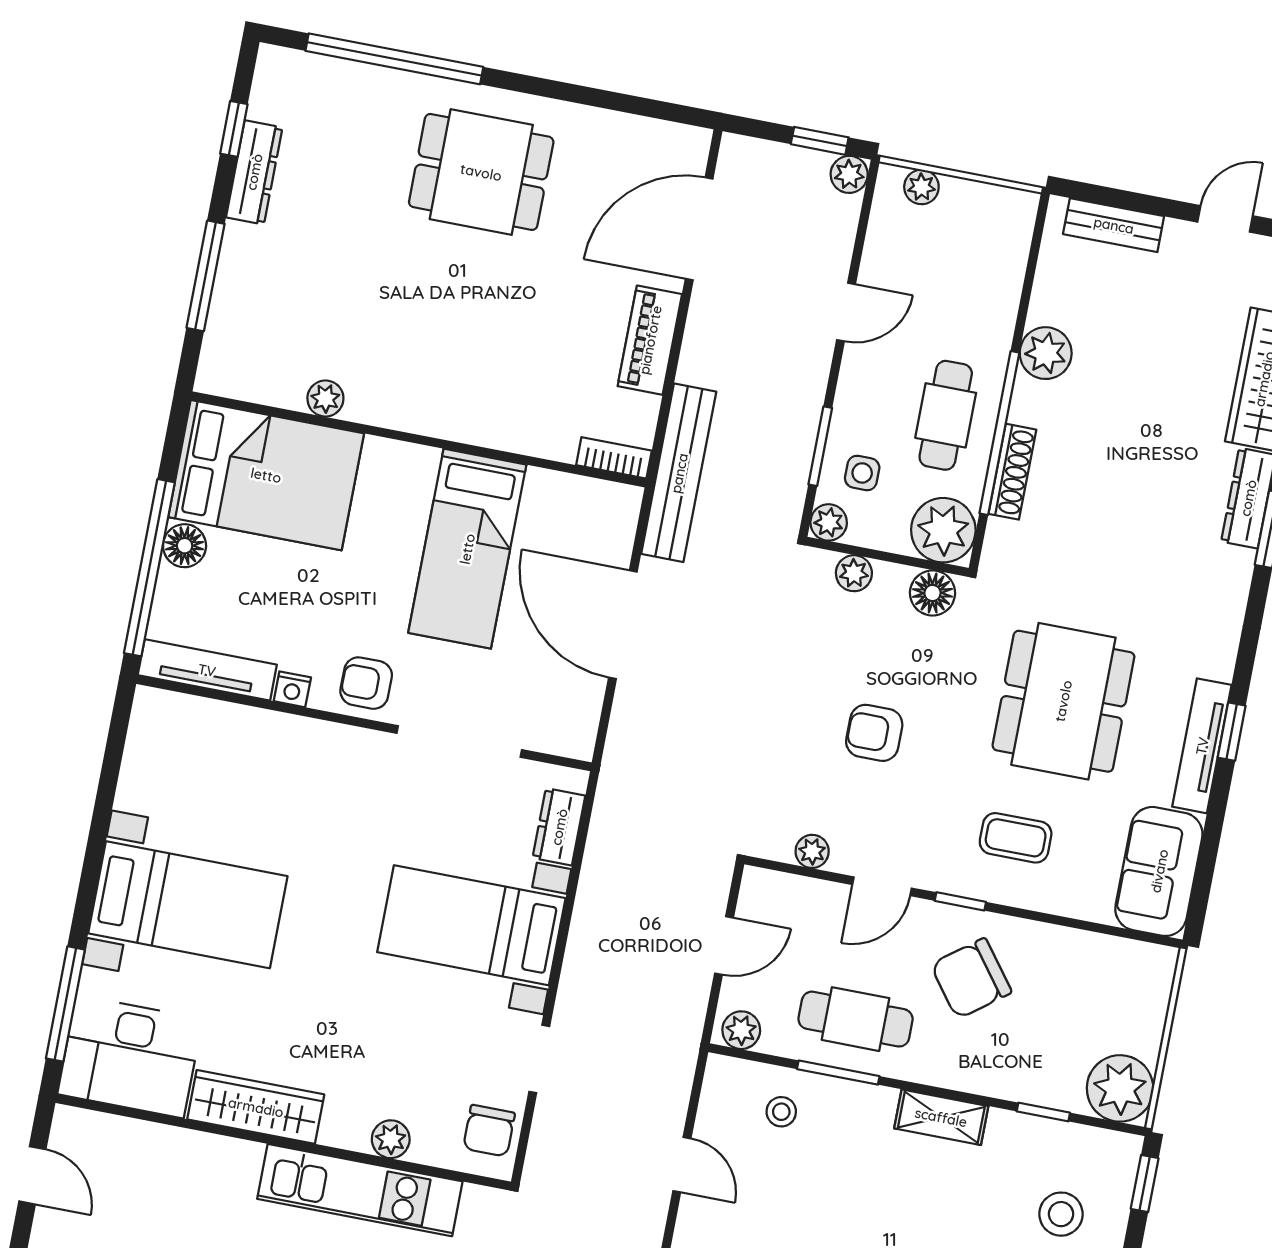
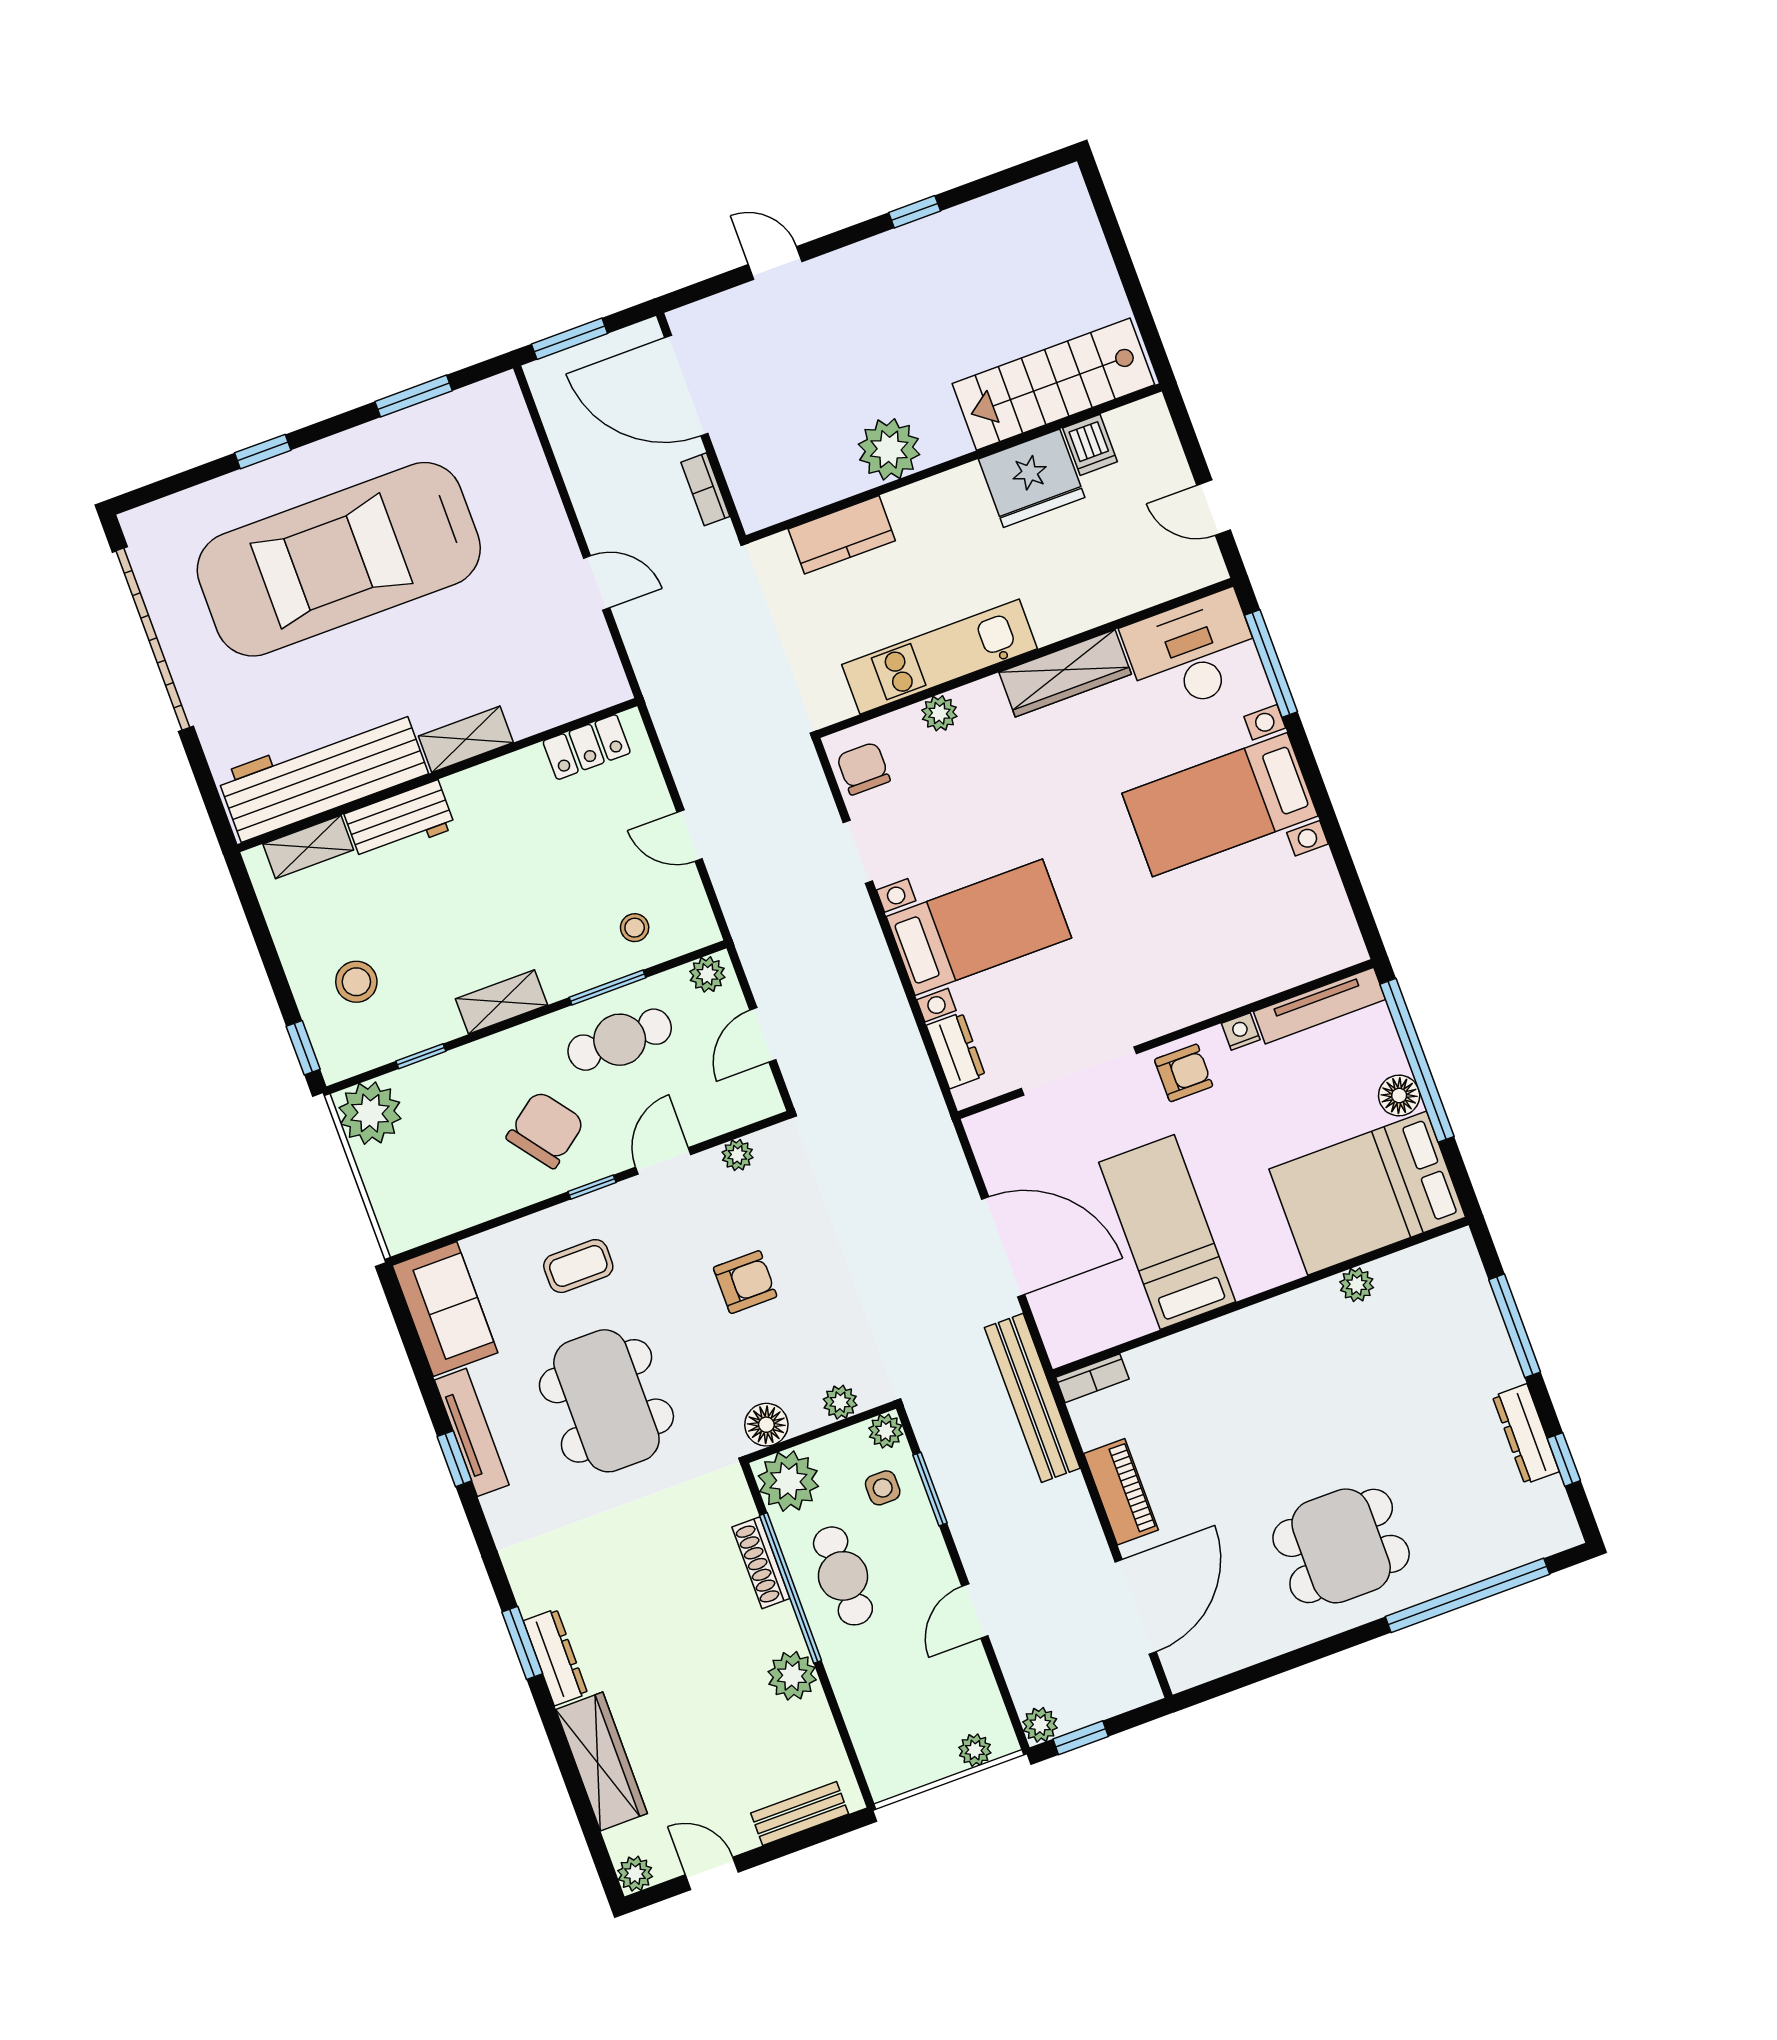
door: (1225, 219) -> (712, 1873), swing flipped

